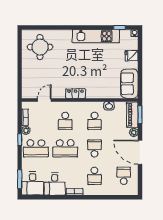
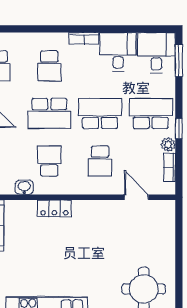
locker: (76, 94) -> (54, 208), moved
door: (44, 100) -> (136, 197), swing flipped
school desk: (65, 121) -> (100, 161), turned 180
school desk: (94, 148) -> (49, 113), width x1.85
school desk: (94, 176) -> (49, 66), turned 180

